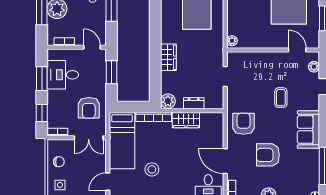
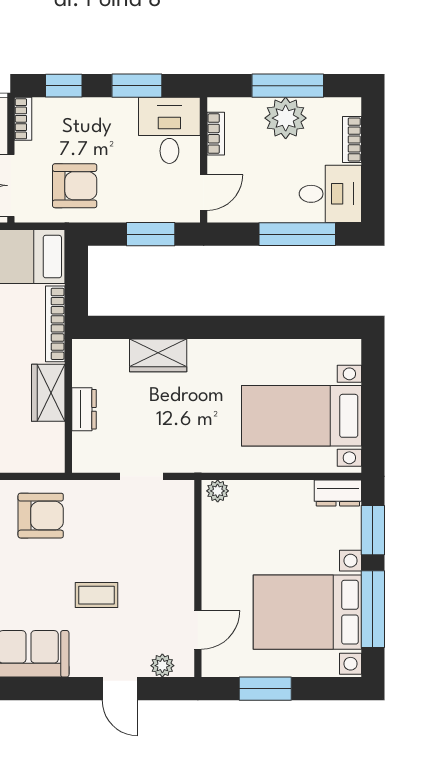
wardrobe: (168, 57) -> (158, 355), moved
desk: (63, 75) -> (169, 130), moved
plant: (168, 101) -> (89, 354), removed
armchair: (89, 108) -> (75, 186), turned 180

